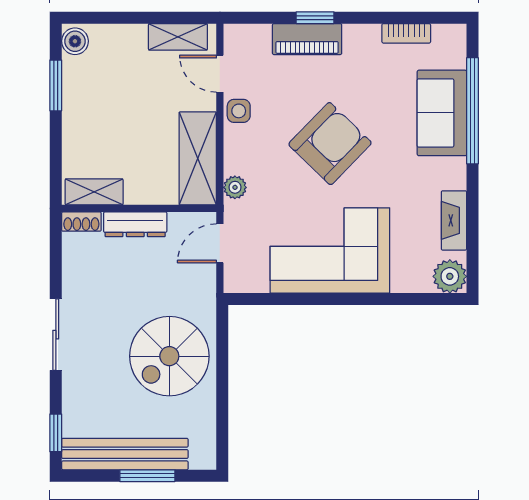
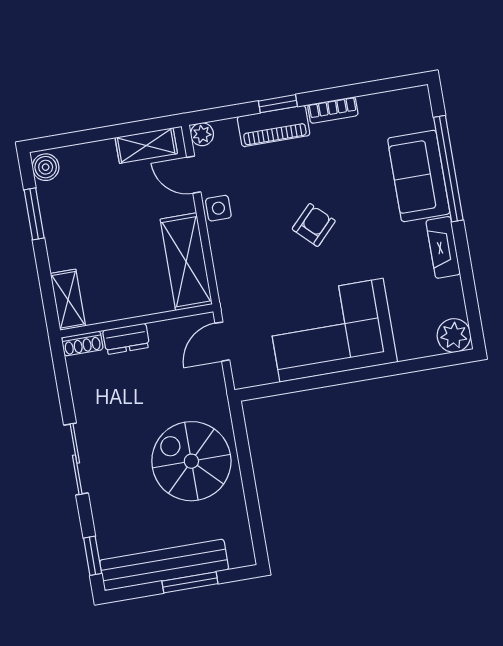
bookcase: (406, 33) -> (333, 110), moved
armchair: (330, 144) -> (314, 225), width x0.53, depth x0.53
plant: (235, 187) -> (202, 134), moved
shelving: (94, 192) -> (68, 300), moved, turned 90
fireplace: (454, 220) -> (443, 247), moved
dresser: (135, 224) -> (126, 339), width x0.70
spiral stairs: (169, 356) -> (191, 461), turned 90

